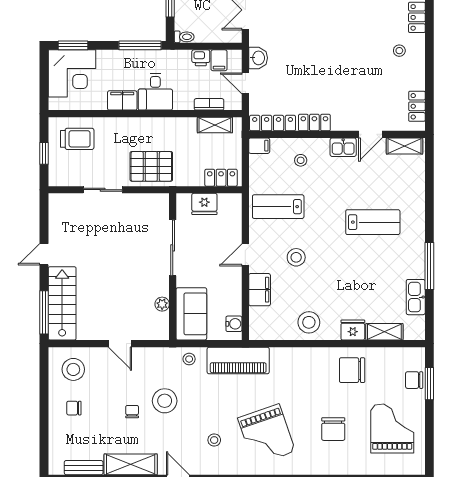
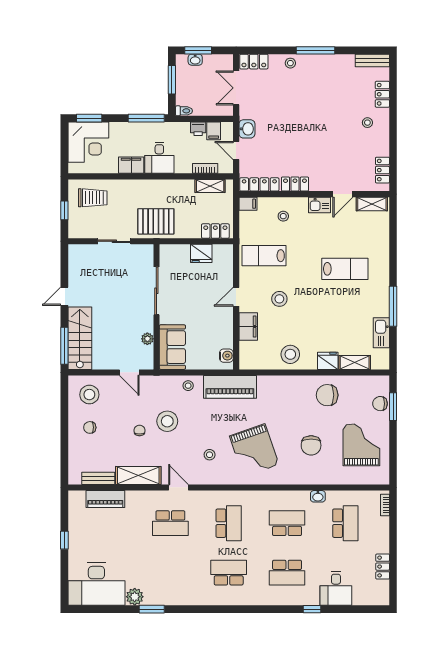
sliding door: (173, 248) -> (156, 291), moved
wall: (173, 267) -> (156, 307), moved
plant: (162, 304) -> (147, 339), moved
sofa: (191, 314) -> (172, 347), moved

